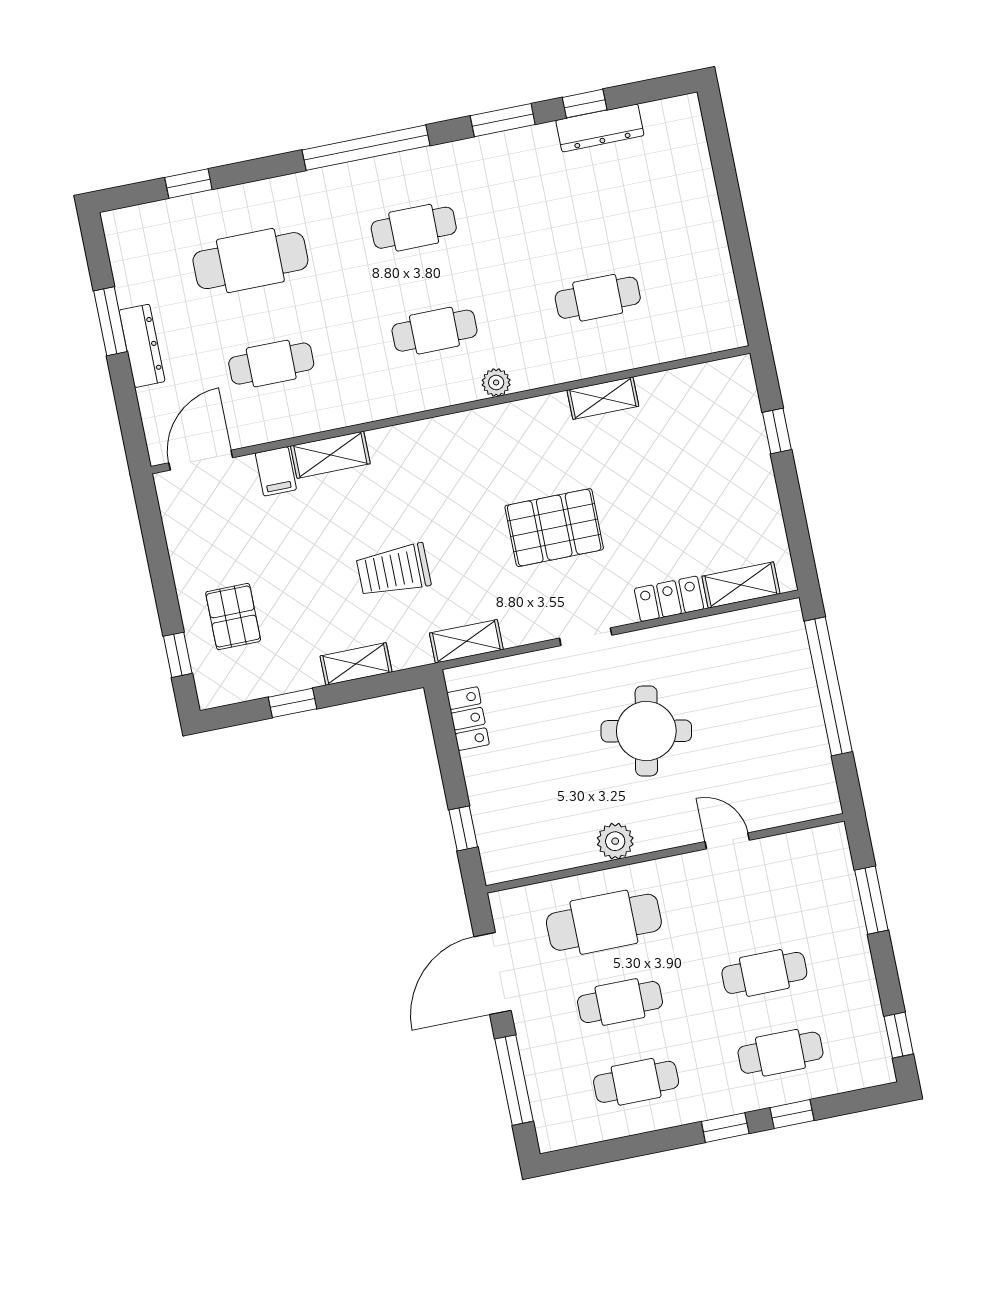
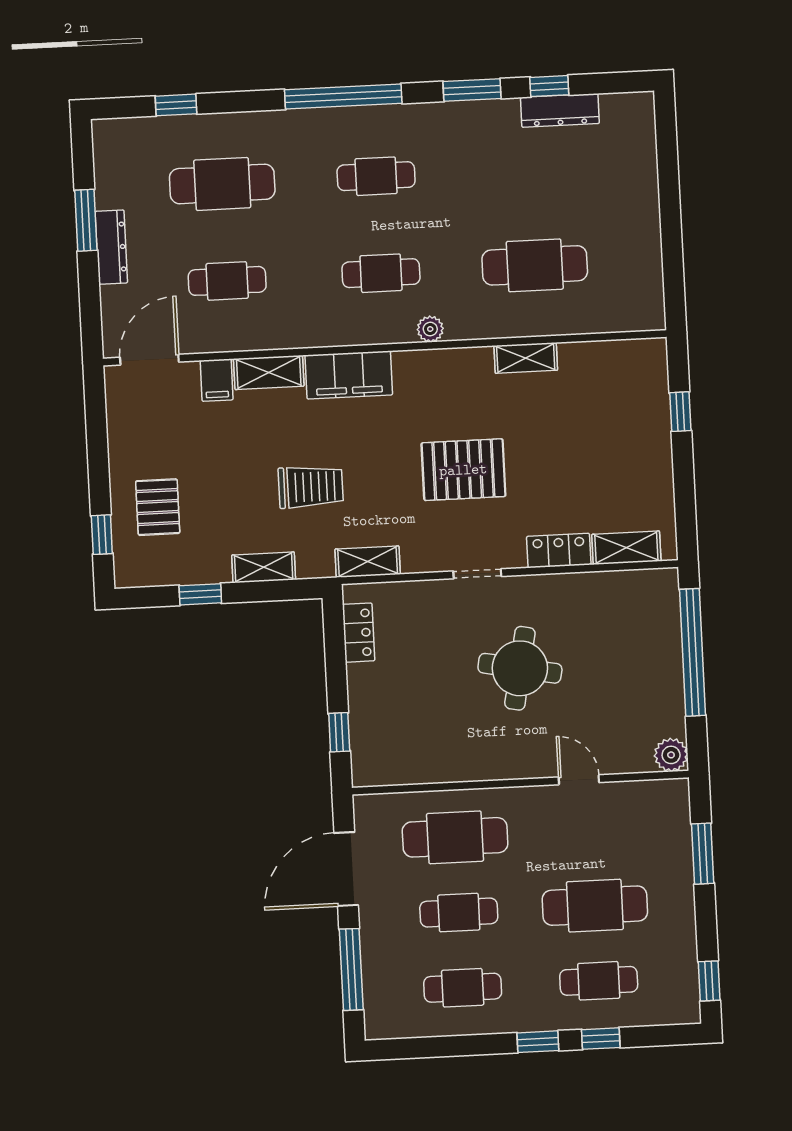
cafe table: (598, 298) -> (535, 265), width x1.37, depth x1.35
filing cabinet: (416, 445) -> (349, 375), added
trolley: (394, 570) -> (311, 487), turned 180
plant: (615, 841) -> (671, 755), moved
cafe table: (764, 973) -> (595, 906), width x1.37, depth x1.35

